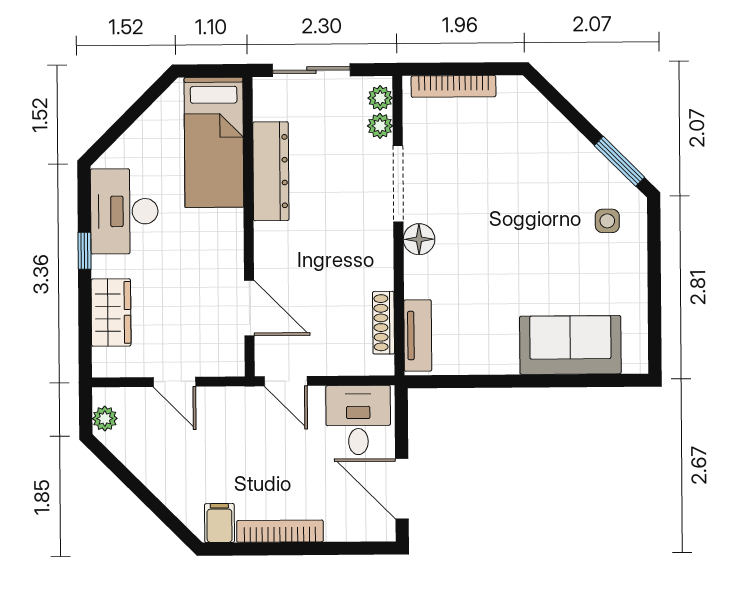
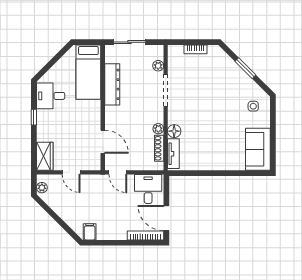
bookcase: (453, 86) -> (195, 49), width x0.64
plant: (380, 98) -> (158, 129), moved
window: (619, 161) -> (245, 68), moved
desk: (124, 211) -> (51, 96), width x0.73
floor lamp: (419, 239) -> (174, 131), moved
wardrobe: (111, 312) -> (45, 156), moved
sofa: (570, 345) -> (258, 149), moved, turned -90
bookcase: (280, 531) -> (145, 235), moved

